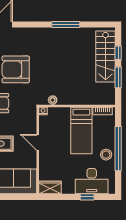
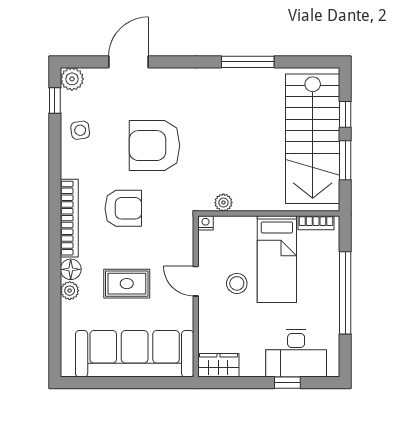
stairs: (106, 56) -> (313, 139), width x1.36, depth x1.51
stool: (106, 155) -> (237, 283), moved

